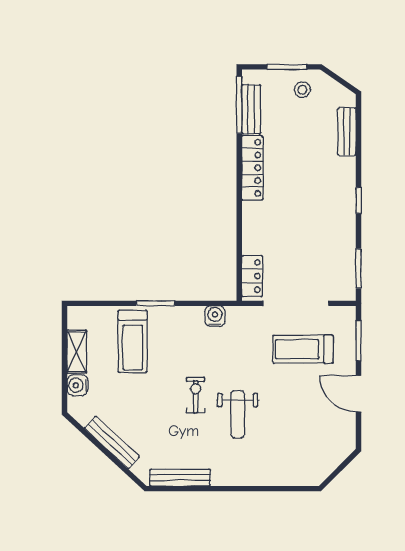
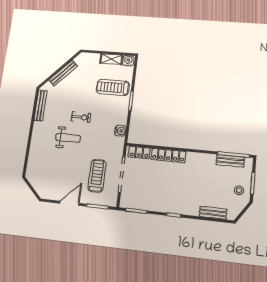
locker: (252, 168) -> (168, 155), moved
water cooler: (78, 385) -> (128, 61), moved
weight bench: (238, 414) -> (68, 138), turned 180

